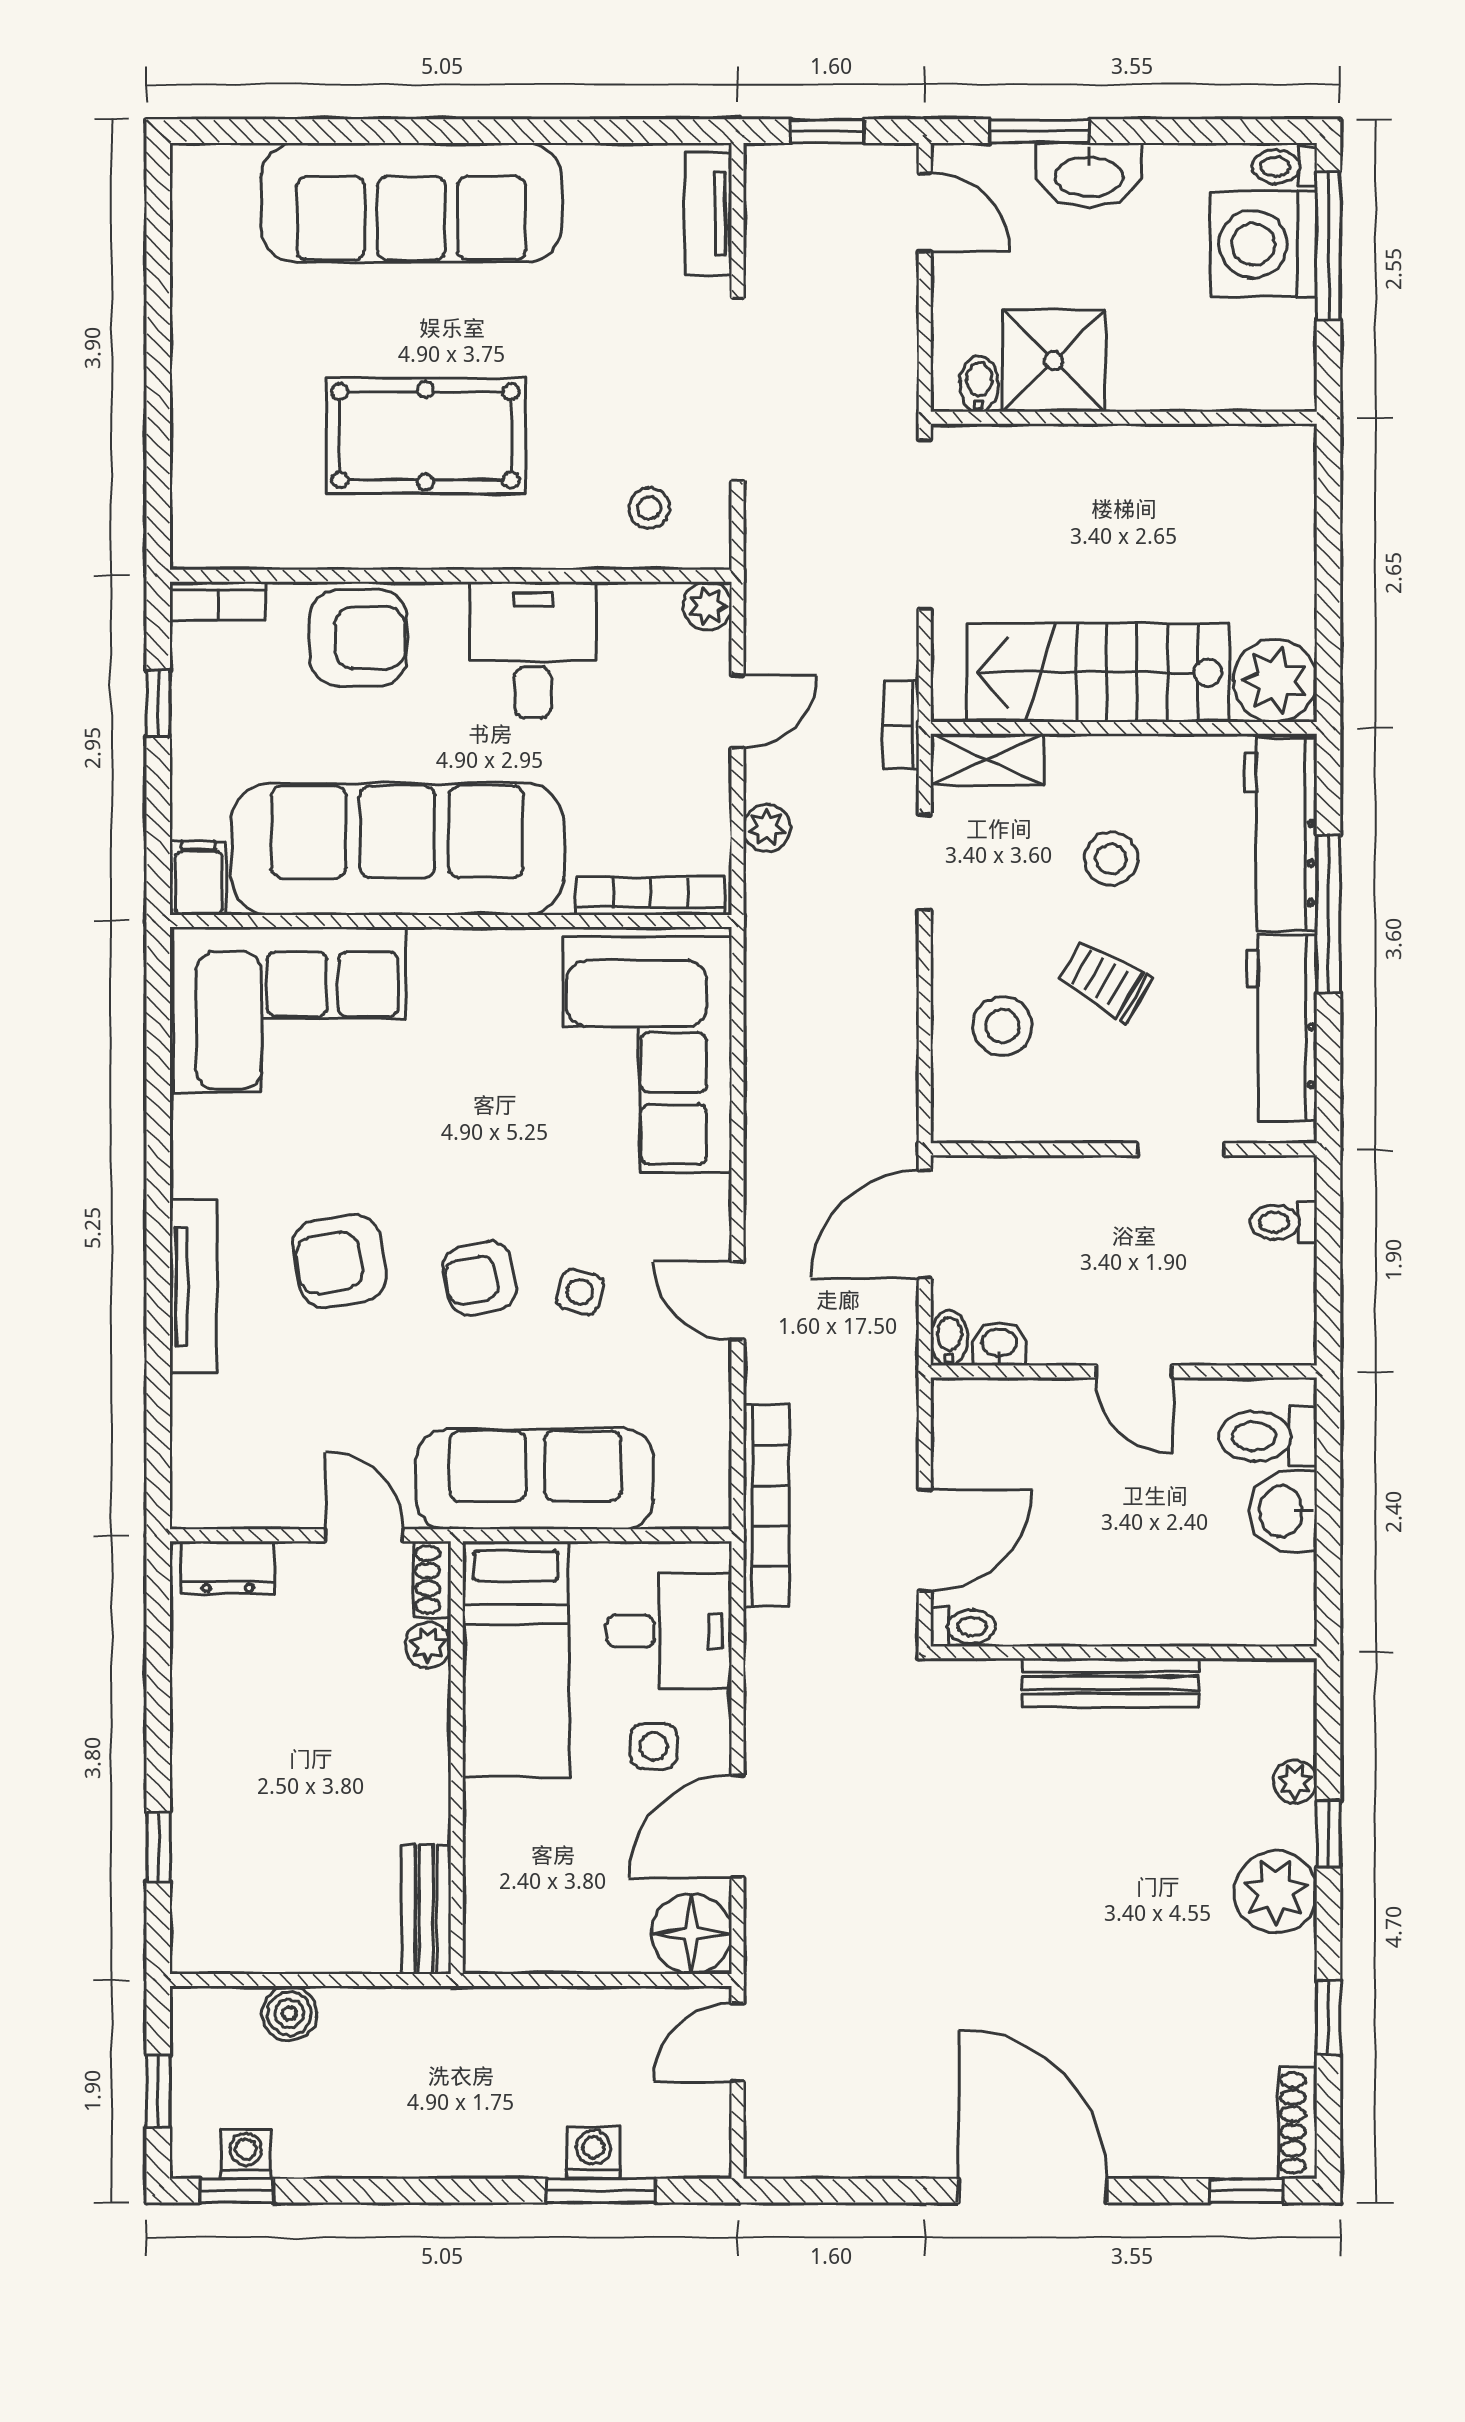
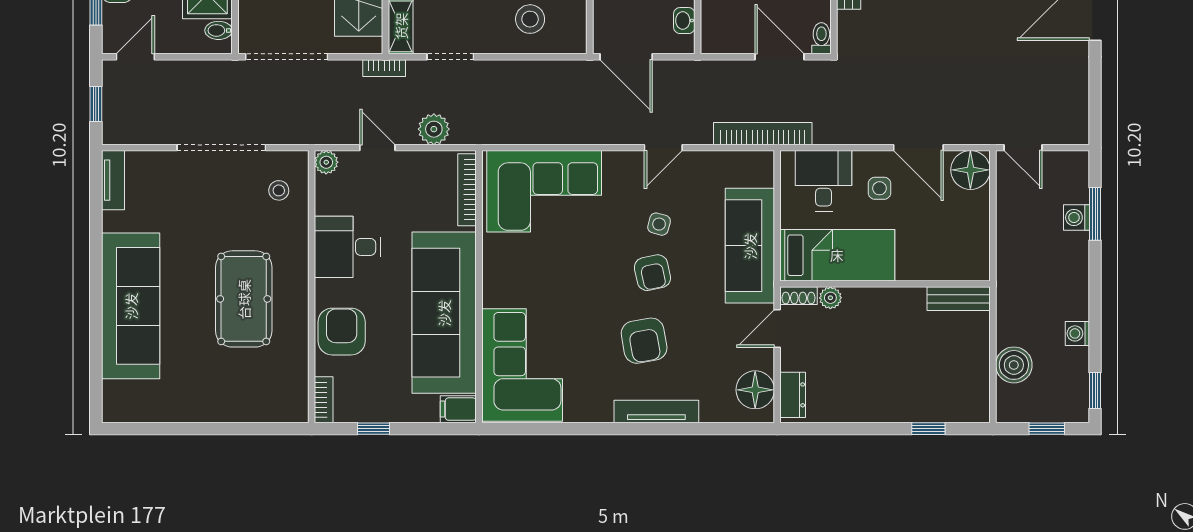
tv unit: (708, 214) -> (113, 180), moved, turned -90
plant: (767, 828) -> (434, 129), width x1.38, depth x1.38
bidet: (949, 1338) -> (682, 45), removed
floor lamp: (238, 1490) -> (755, 390), added
boiler: (289, 2013) -> (1014, 365), width x1.36, depth x1.36
washing machine: (246, 2154) -> (1077, 333), moved

